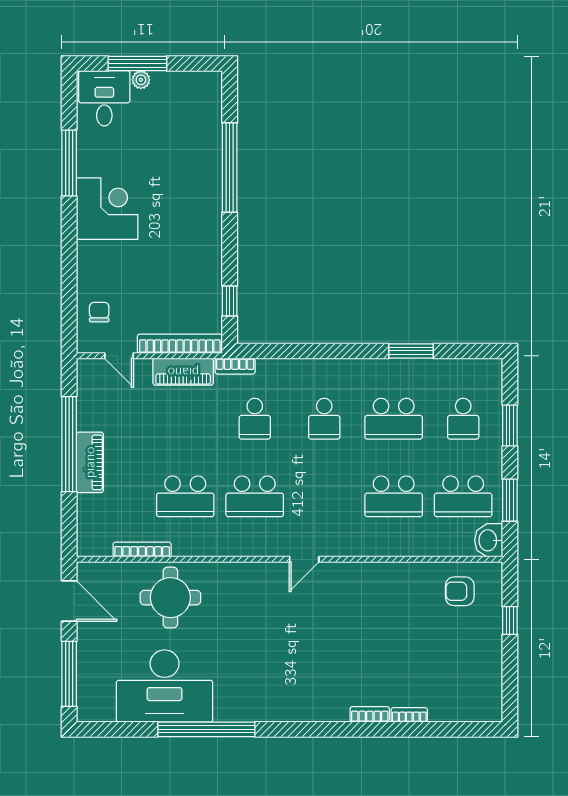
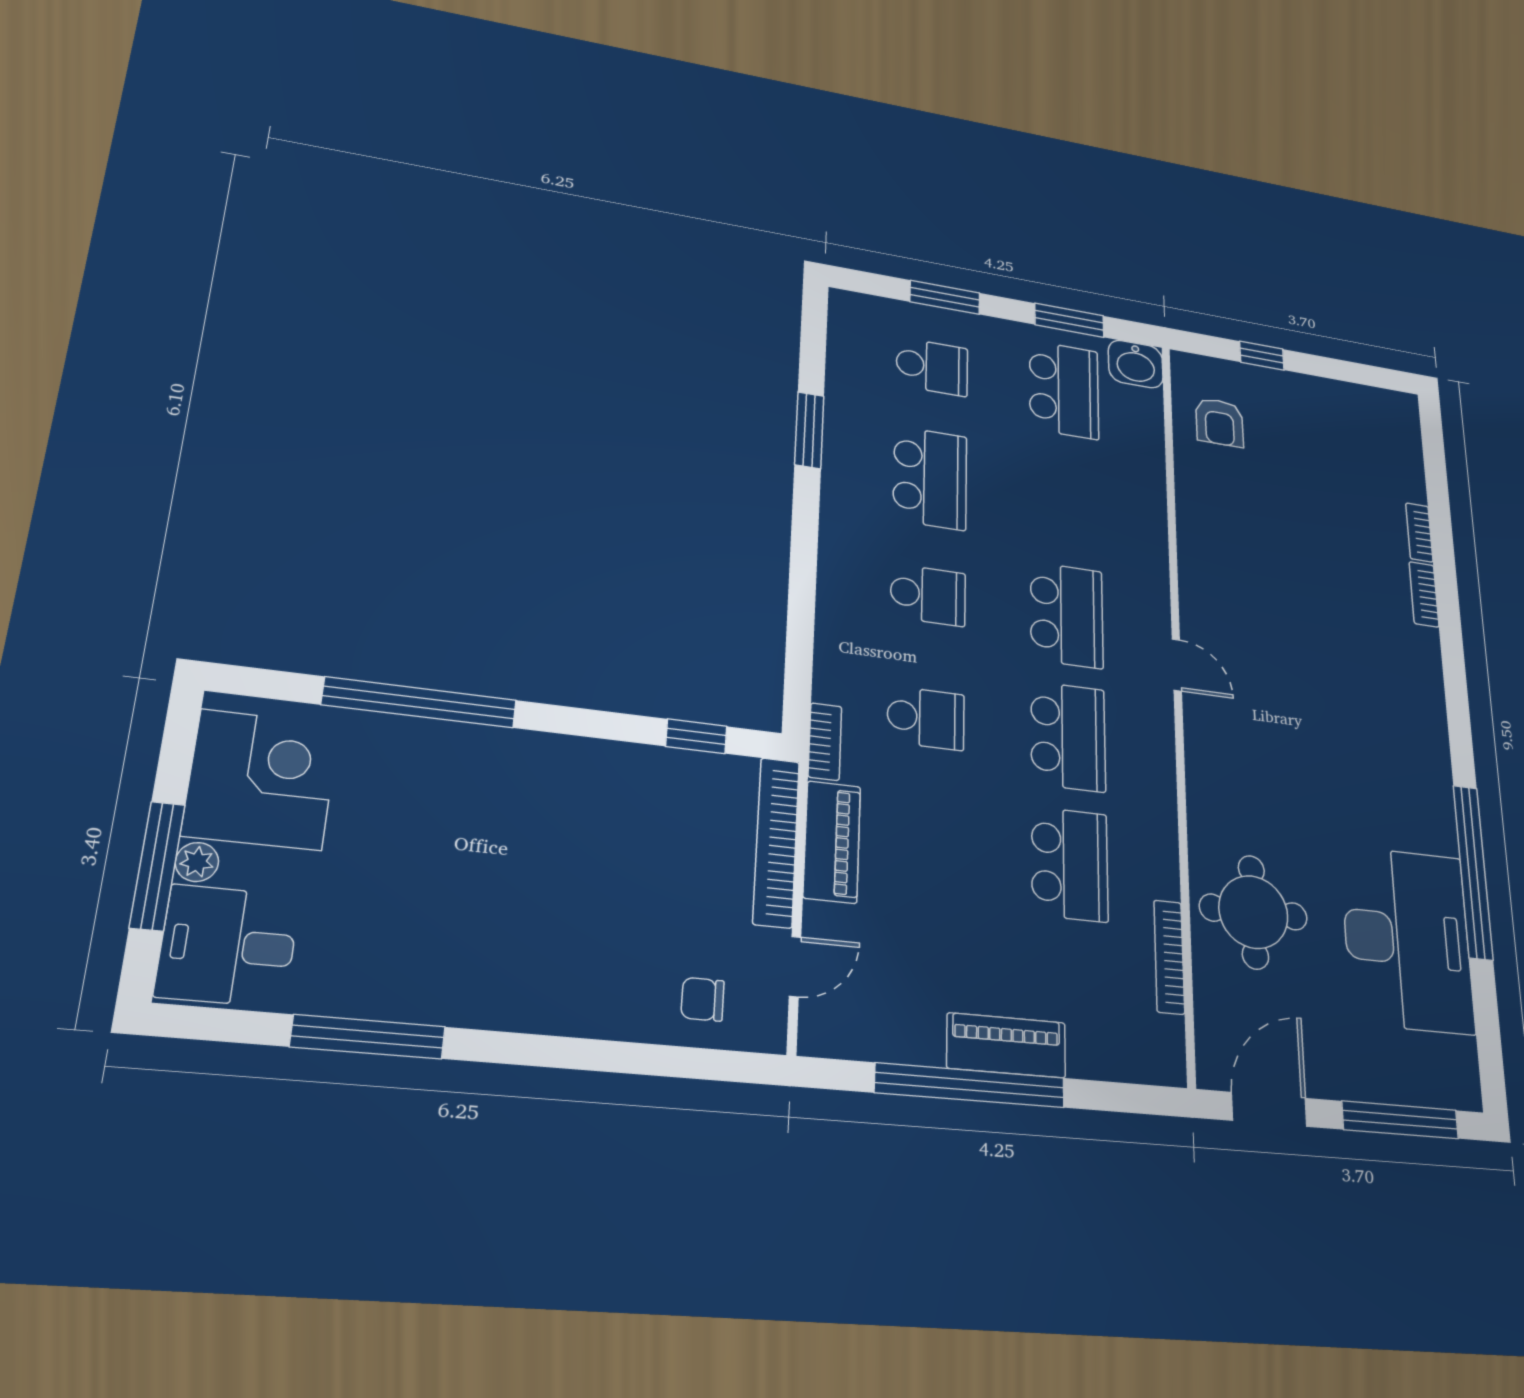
corner desk: (107, 209) -> (261, 780), moved, turned 90
school desk: (394, 496) -> (1067, 615), moved

